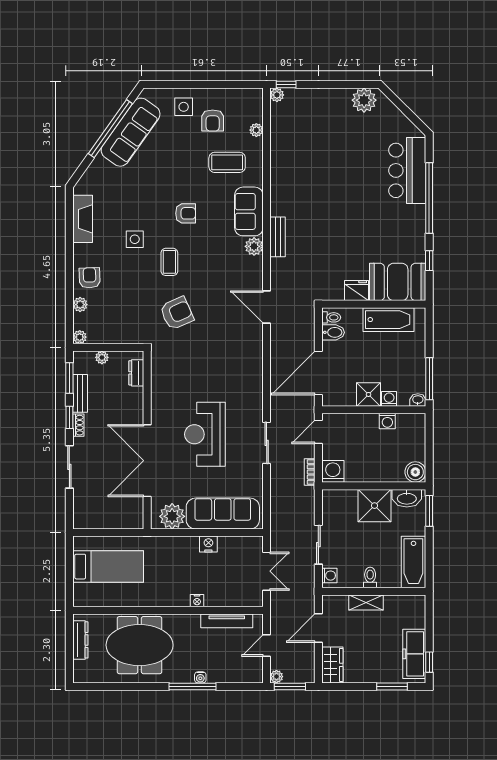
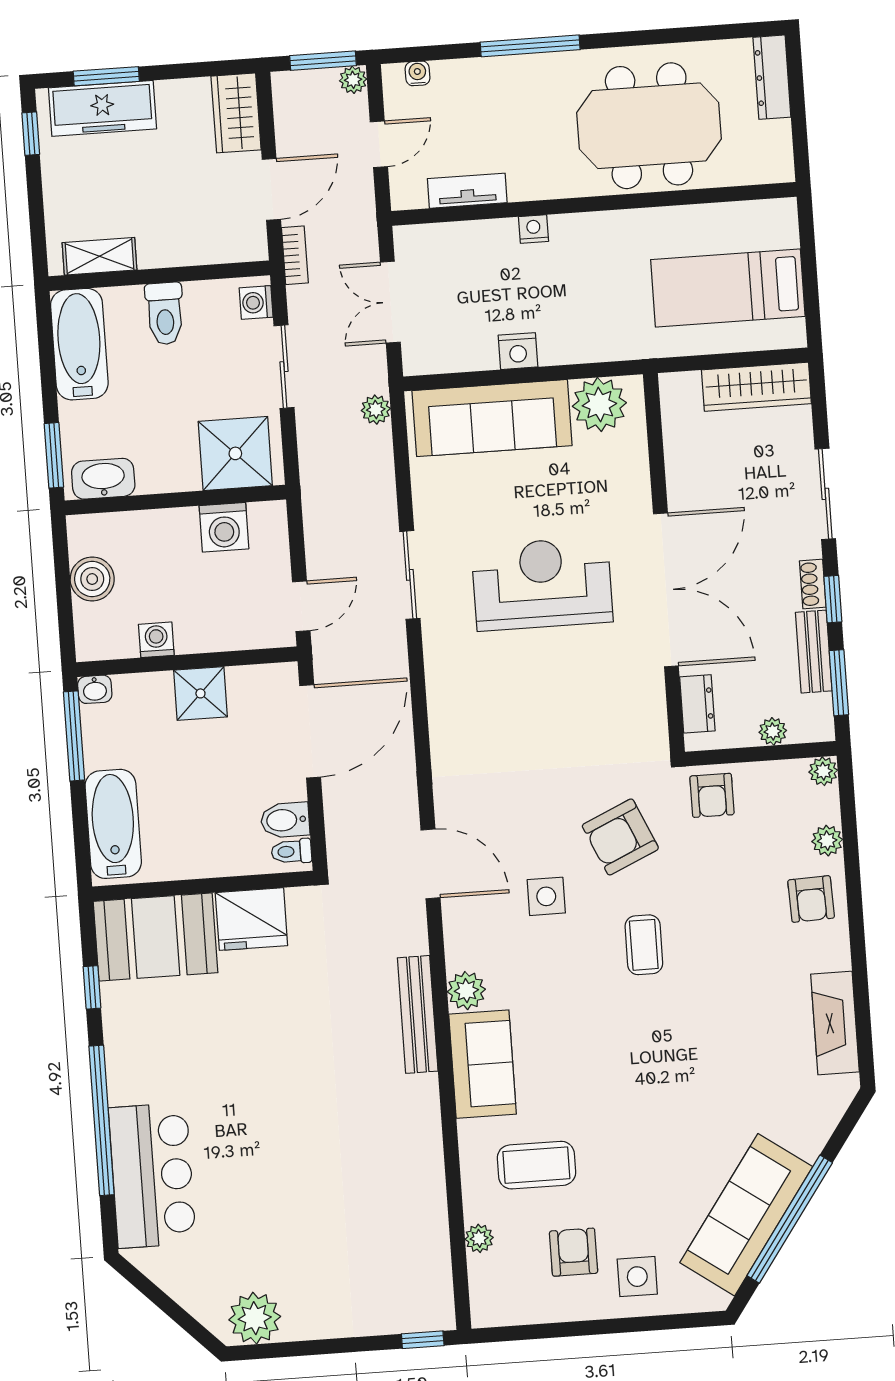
plant: (277, 95) -> (376, 410), moved
armchair: (186, 213) -> (712, 795), moved, turned -90
bench: (278, 237) -> (418, 1014), width x1.36
side table: (135, 239) -> (546, 896), moved
fridge: (356, 291) -> (251, 919), width x1.36, depth x1.34
bathtub: (388, 320) -> (113, 824), moved, turned 90
washing machine: (389, 399) -> (156, 687), removed
reception desk: (205, 434) -> (542, 584), turned -90
double door: (147, 461) -> (666, 590), moved
washing machine: (333, 471) -> (224, 527), moved
bookcase: (310, 472) -> (295, 255), moved
boiler: (415, 472) -> (92, 579), moved
shower: (375, 506) -> (235, 453), moved
wardrobe: (98, 519) -> (756, 387), added
toilet: (370, 577) -> (165, 313), width x1.37, depth x1.39
shelving: (366, 602) -> (100, 256), moved
tv unit: (227, 621) -> (467, 191), width x0.71
dresser: (80, 640) -> (772, 77), moved
freezer: (414, 654) -> (102, 108), moved, turned 90
water cooler: (200, 677) -> (417, 73), moved

